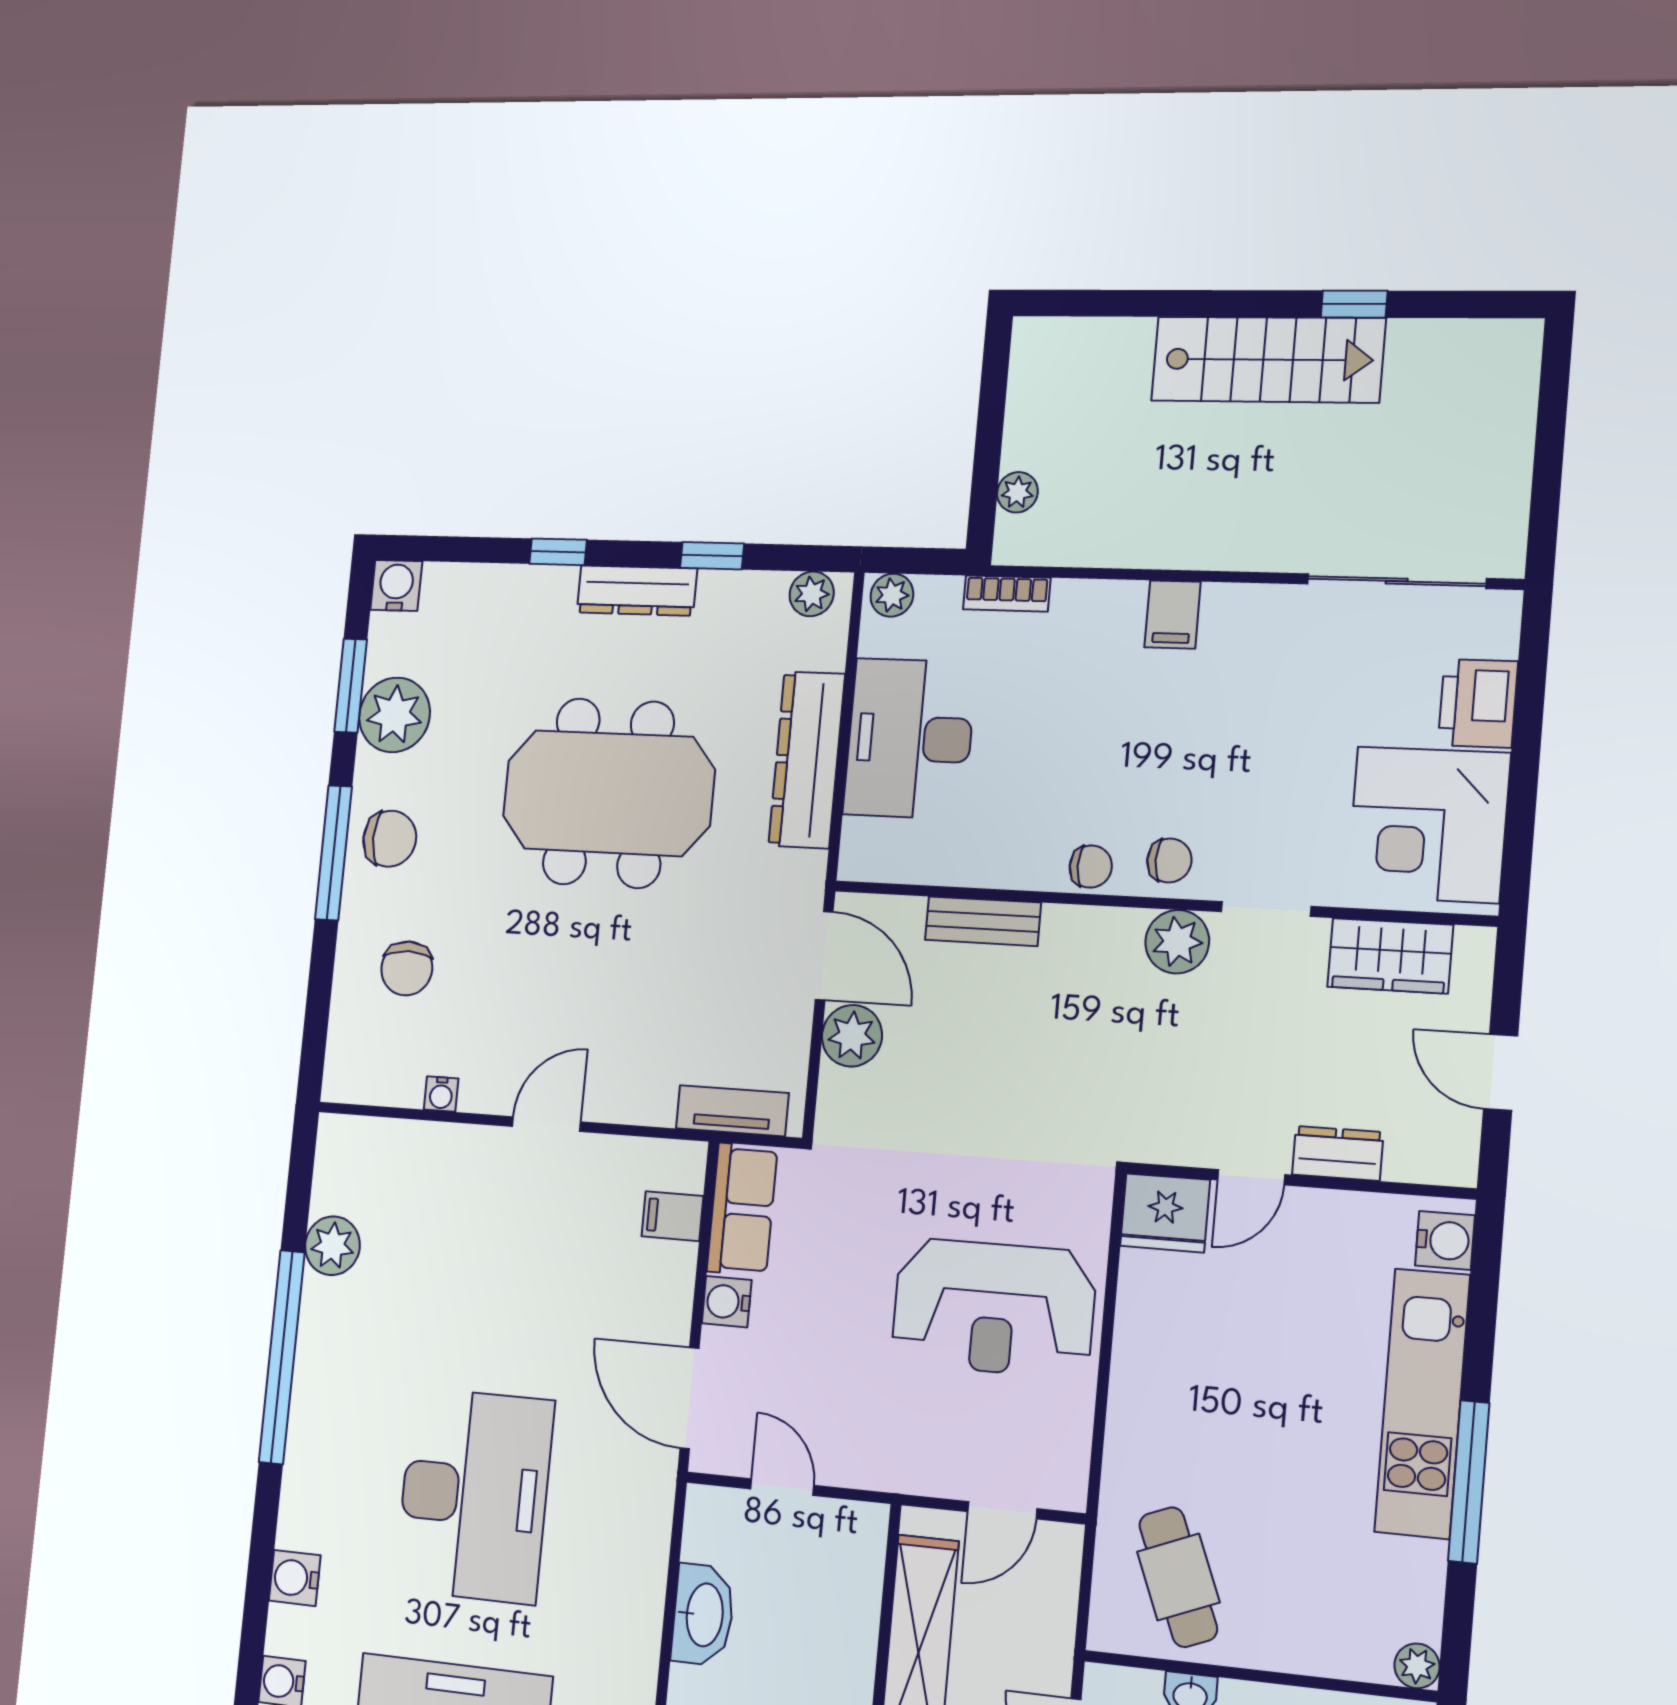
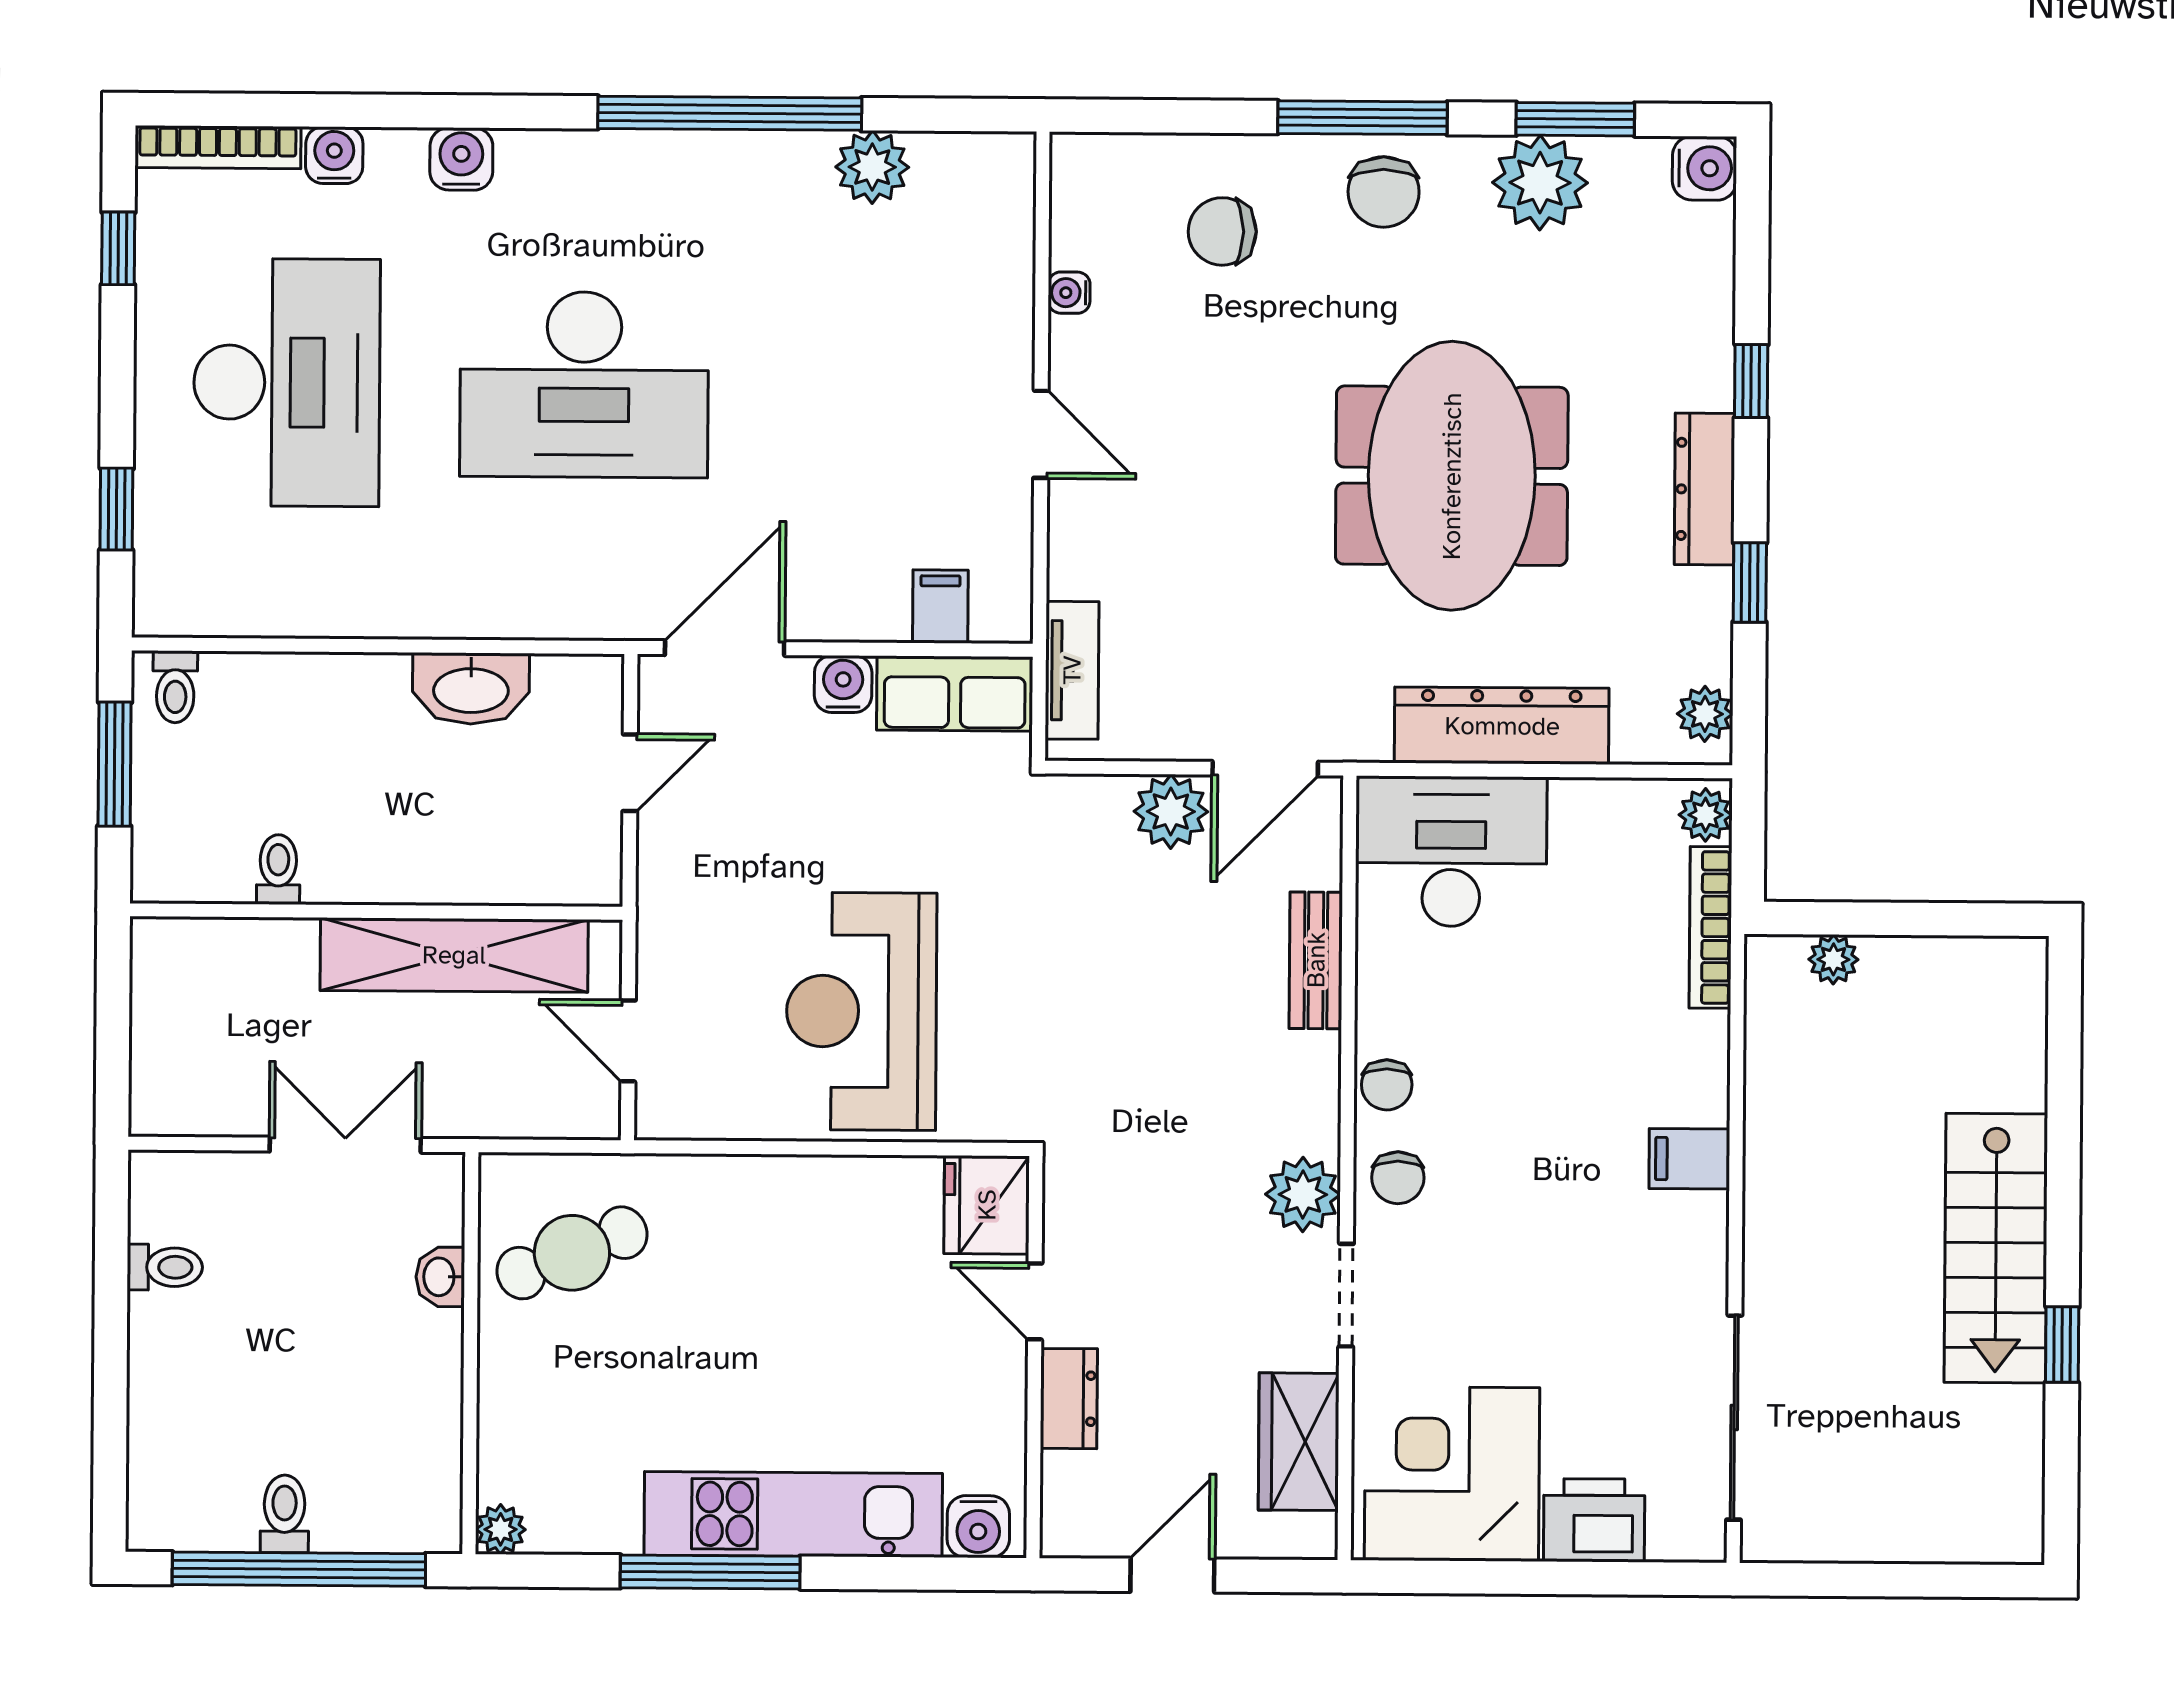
bookcase: (1007, 594) -> (1710, 927), width x1.56
desk: (910, 739) -> (1451, 851), moved

